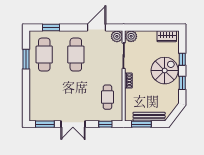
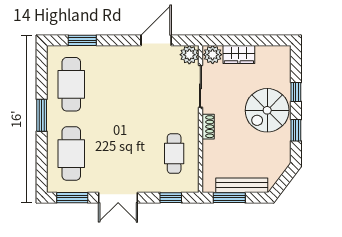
wardrobe: (167, 36) -> (239, 54), moved
cafe table: (76, 55) -> (71, 154), moved
window: (26, 59) -> (42, 115), moved
spiral stairs: (165, 71) -> (267, 110), turned 180

